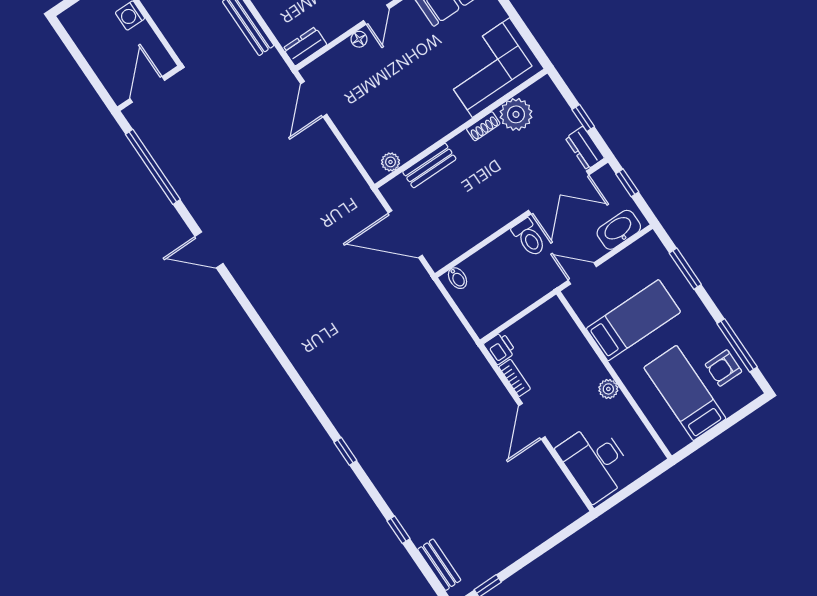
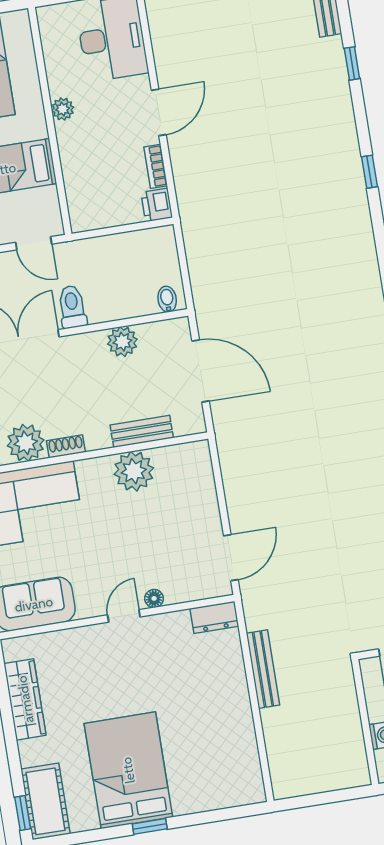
plant: (391, 162) -> (134, 471), moved, width x1.88, depth x1.88
plant: (477, 229) -> (122, 342), added

